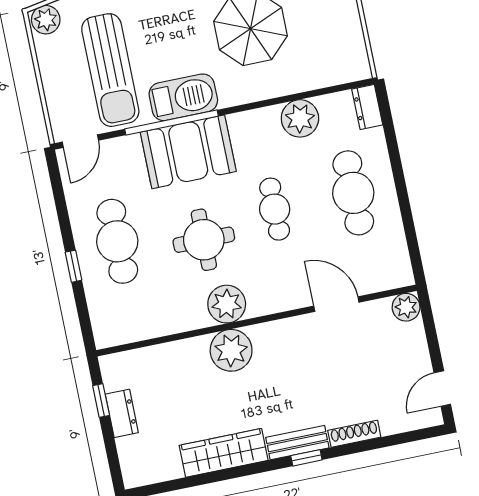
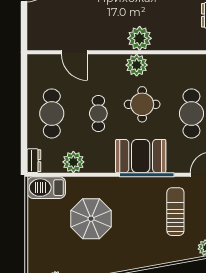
sun lounger: (110, 70) -> (175, 212), width x0.73, depth x0.75
barbecue: (183, 97) -> (46, 188), moved
plant: (406, 307) -> (35, 42), removed

